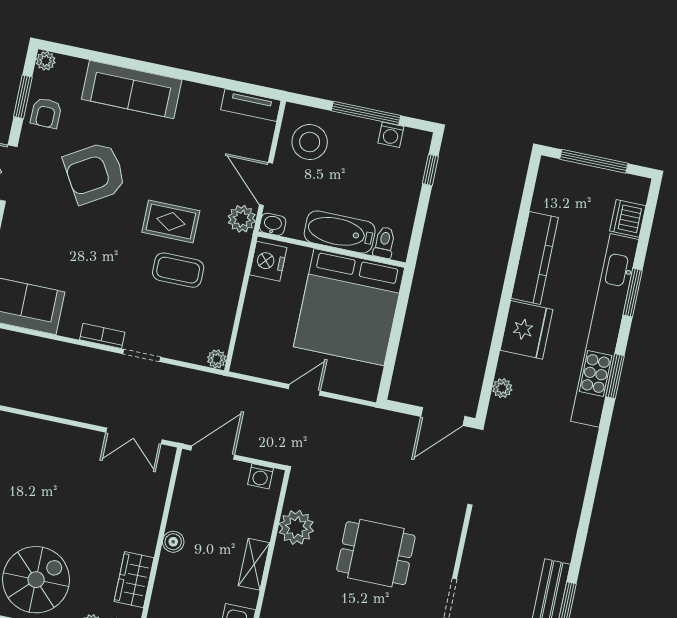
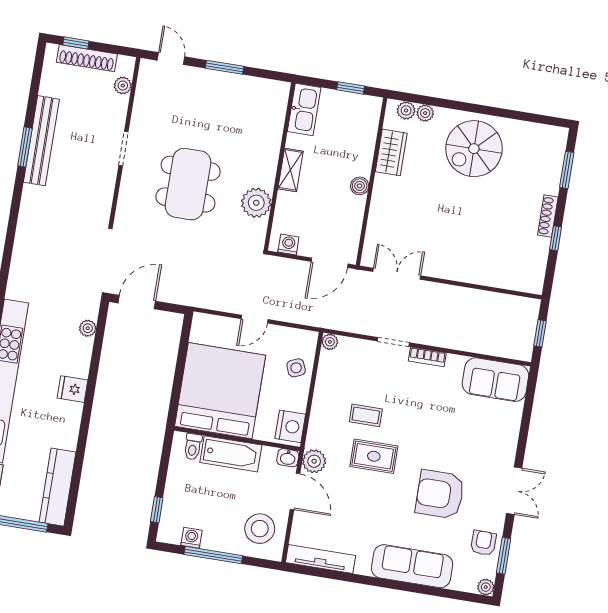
tv unit: (251, 105) -> (321, 559), width x1.41
armchair: (95, 173) -> (440, 494), turned -149
kitchen counter: (535, 258) -> (57, 487), moved
coffee table: (178, 270) -> (366, 415), width x0.73, depth x0.77
side table: (258, 330) -> (296, 368), added
fridge: (526, 330) -> (72, 389), width x0.53, depth x0.75
dining table: (376, 553) -> (188, 184), width x1.38

